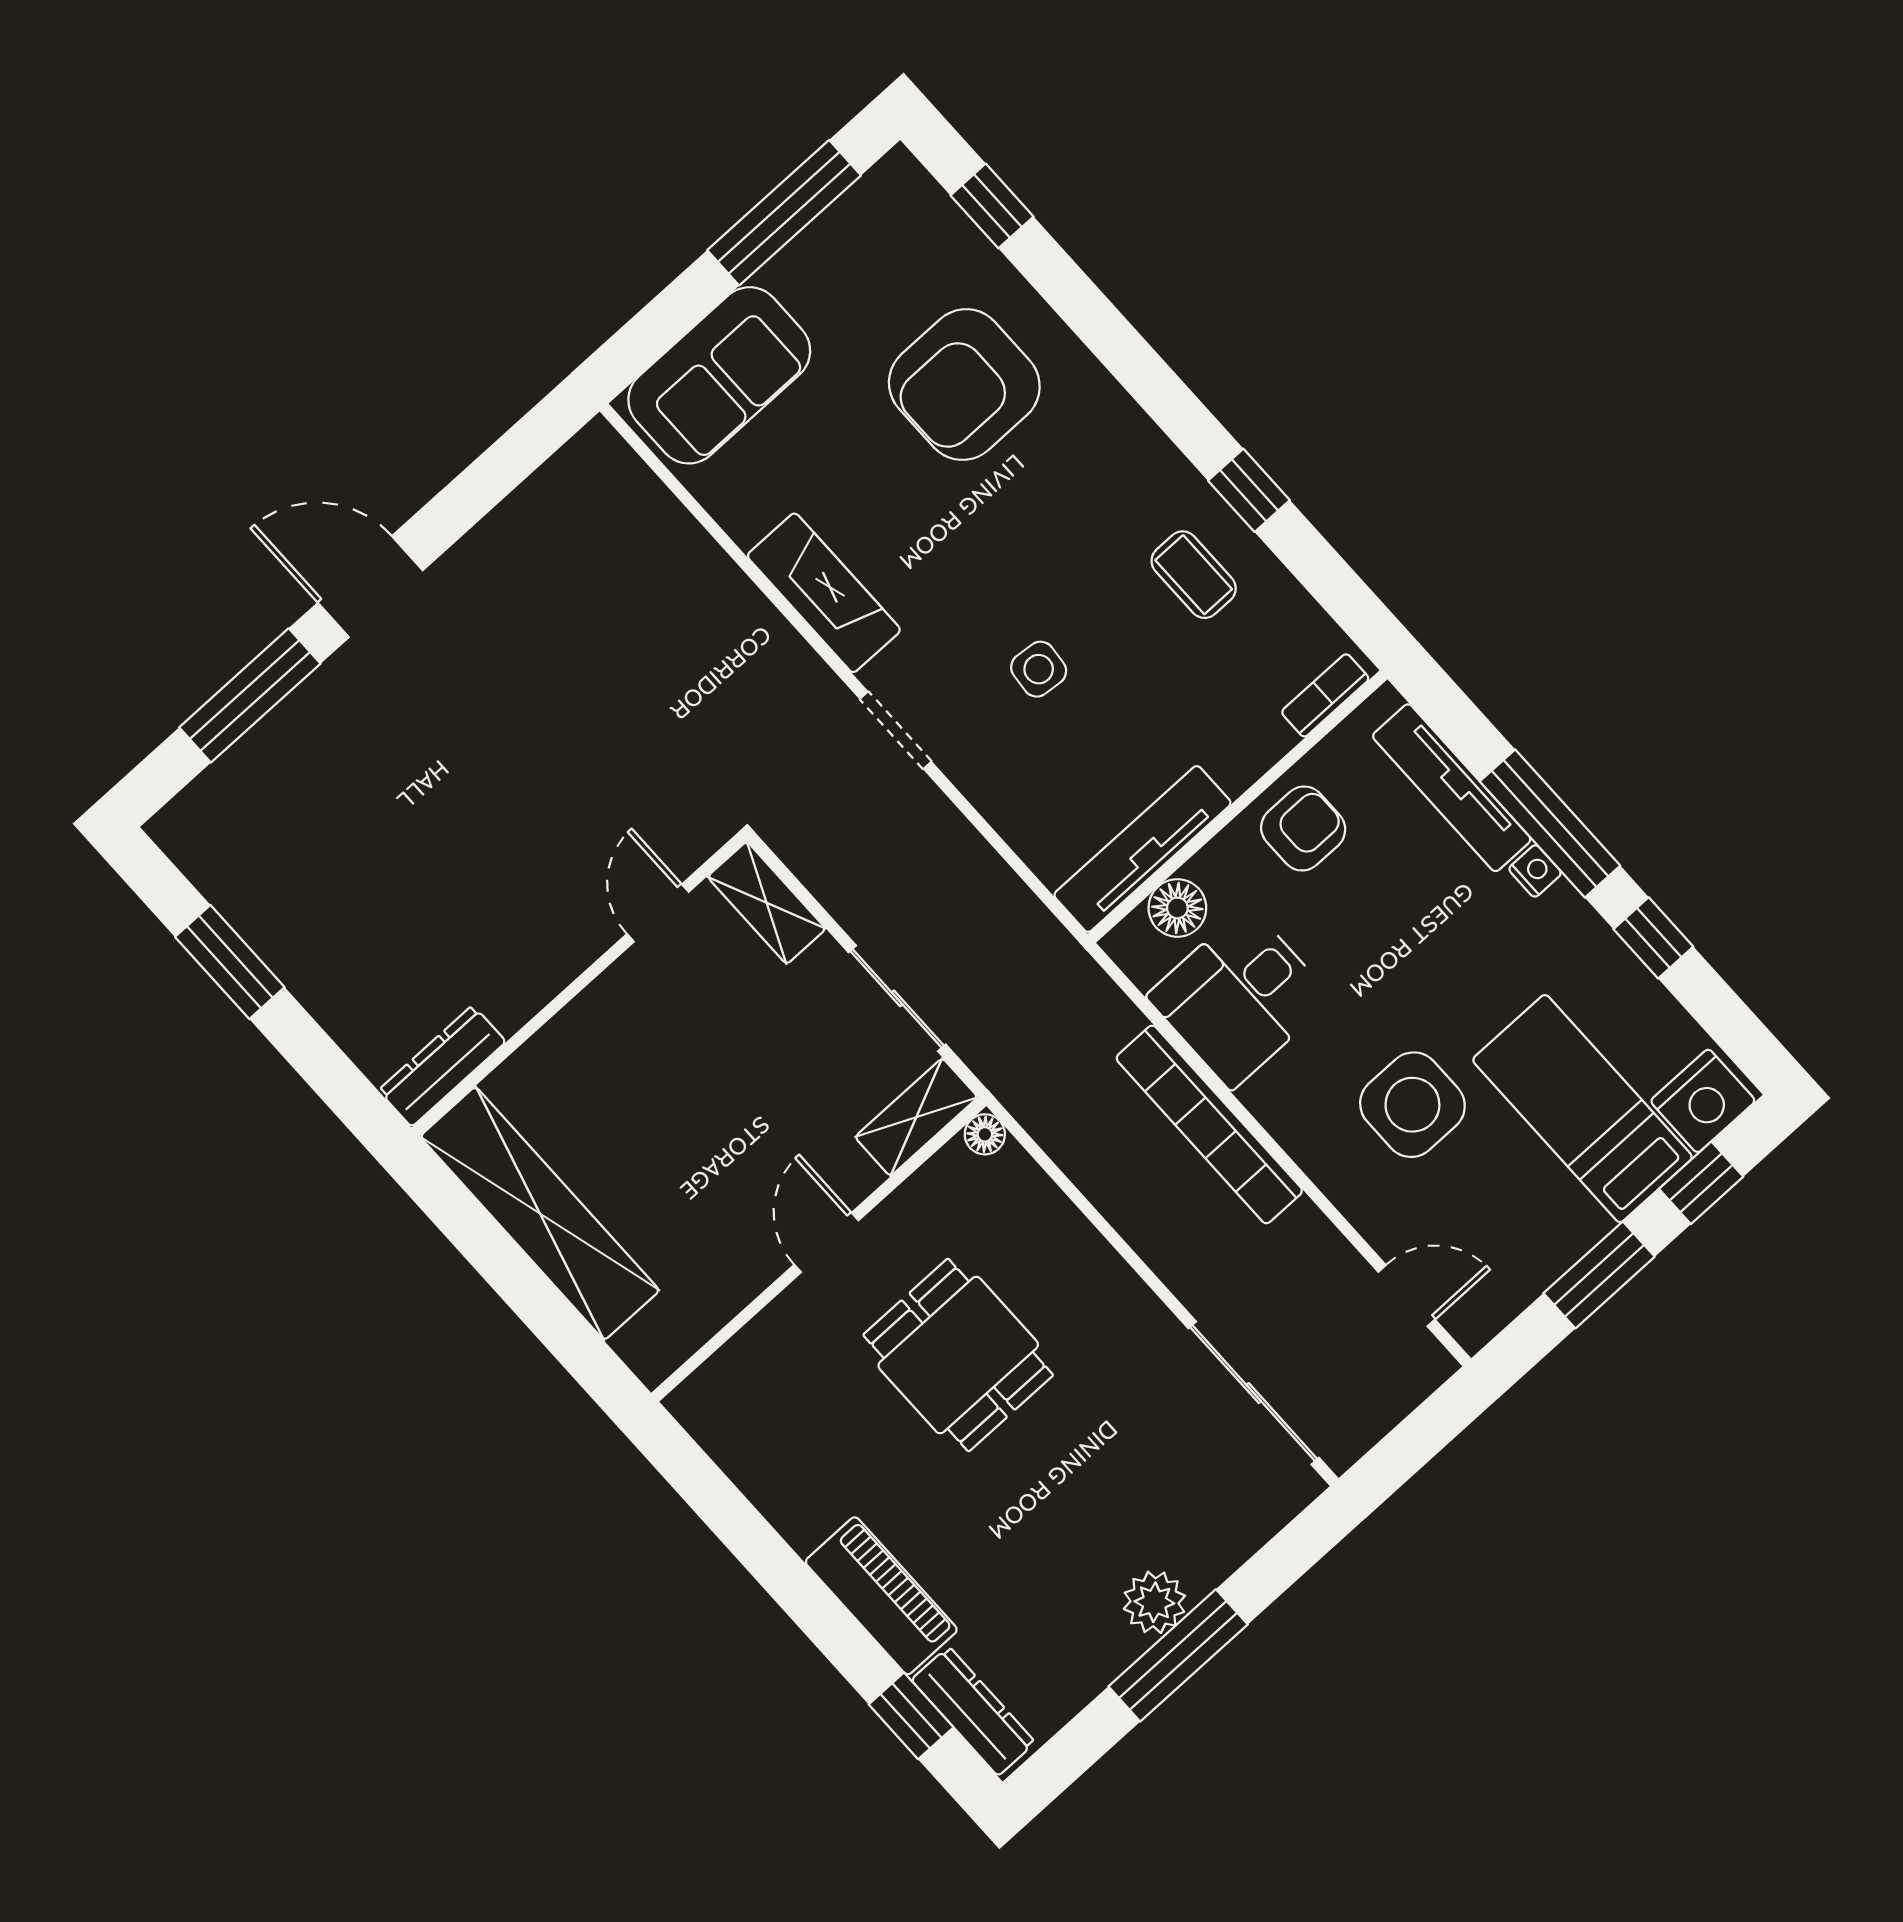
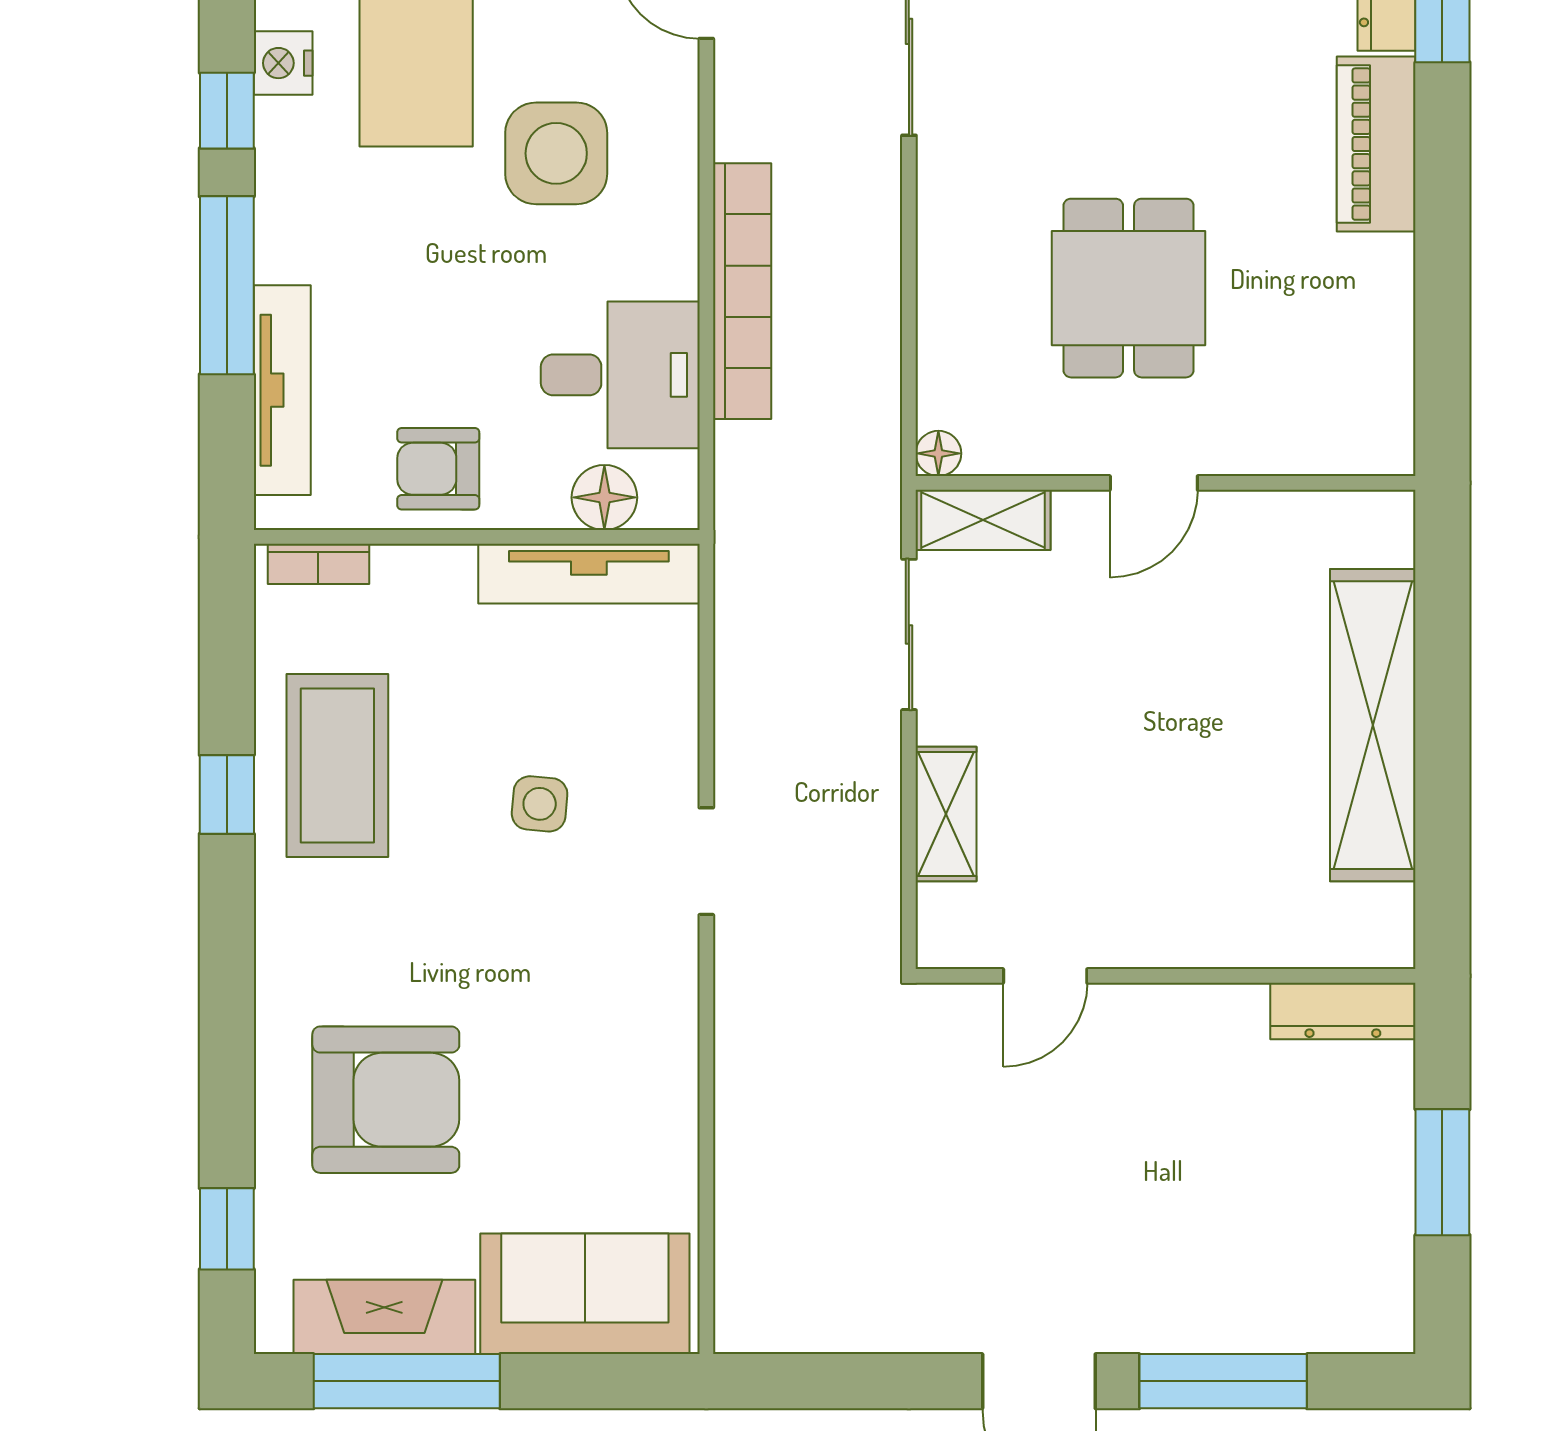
coffee table: (1194, 575) -> (337, 766), width x1.86, depth x1.72
fireplace: (824, 593) -> (384, 1317), moved, turned 90
nightstand: (1535, 871) -> (283, 63), moved, width x1.39, depth x1.35
door: (658, 913) -> (1045, 976), moved
wall: (579, 984) -> (1166, 976), moved
dresser: (442, 1066) -> (1343, 1011), moved

